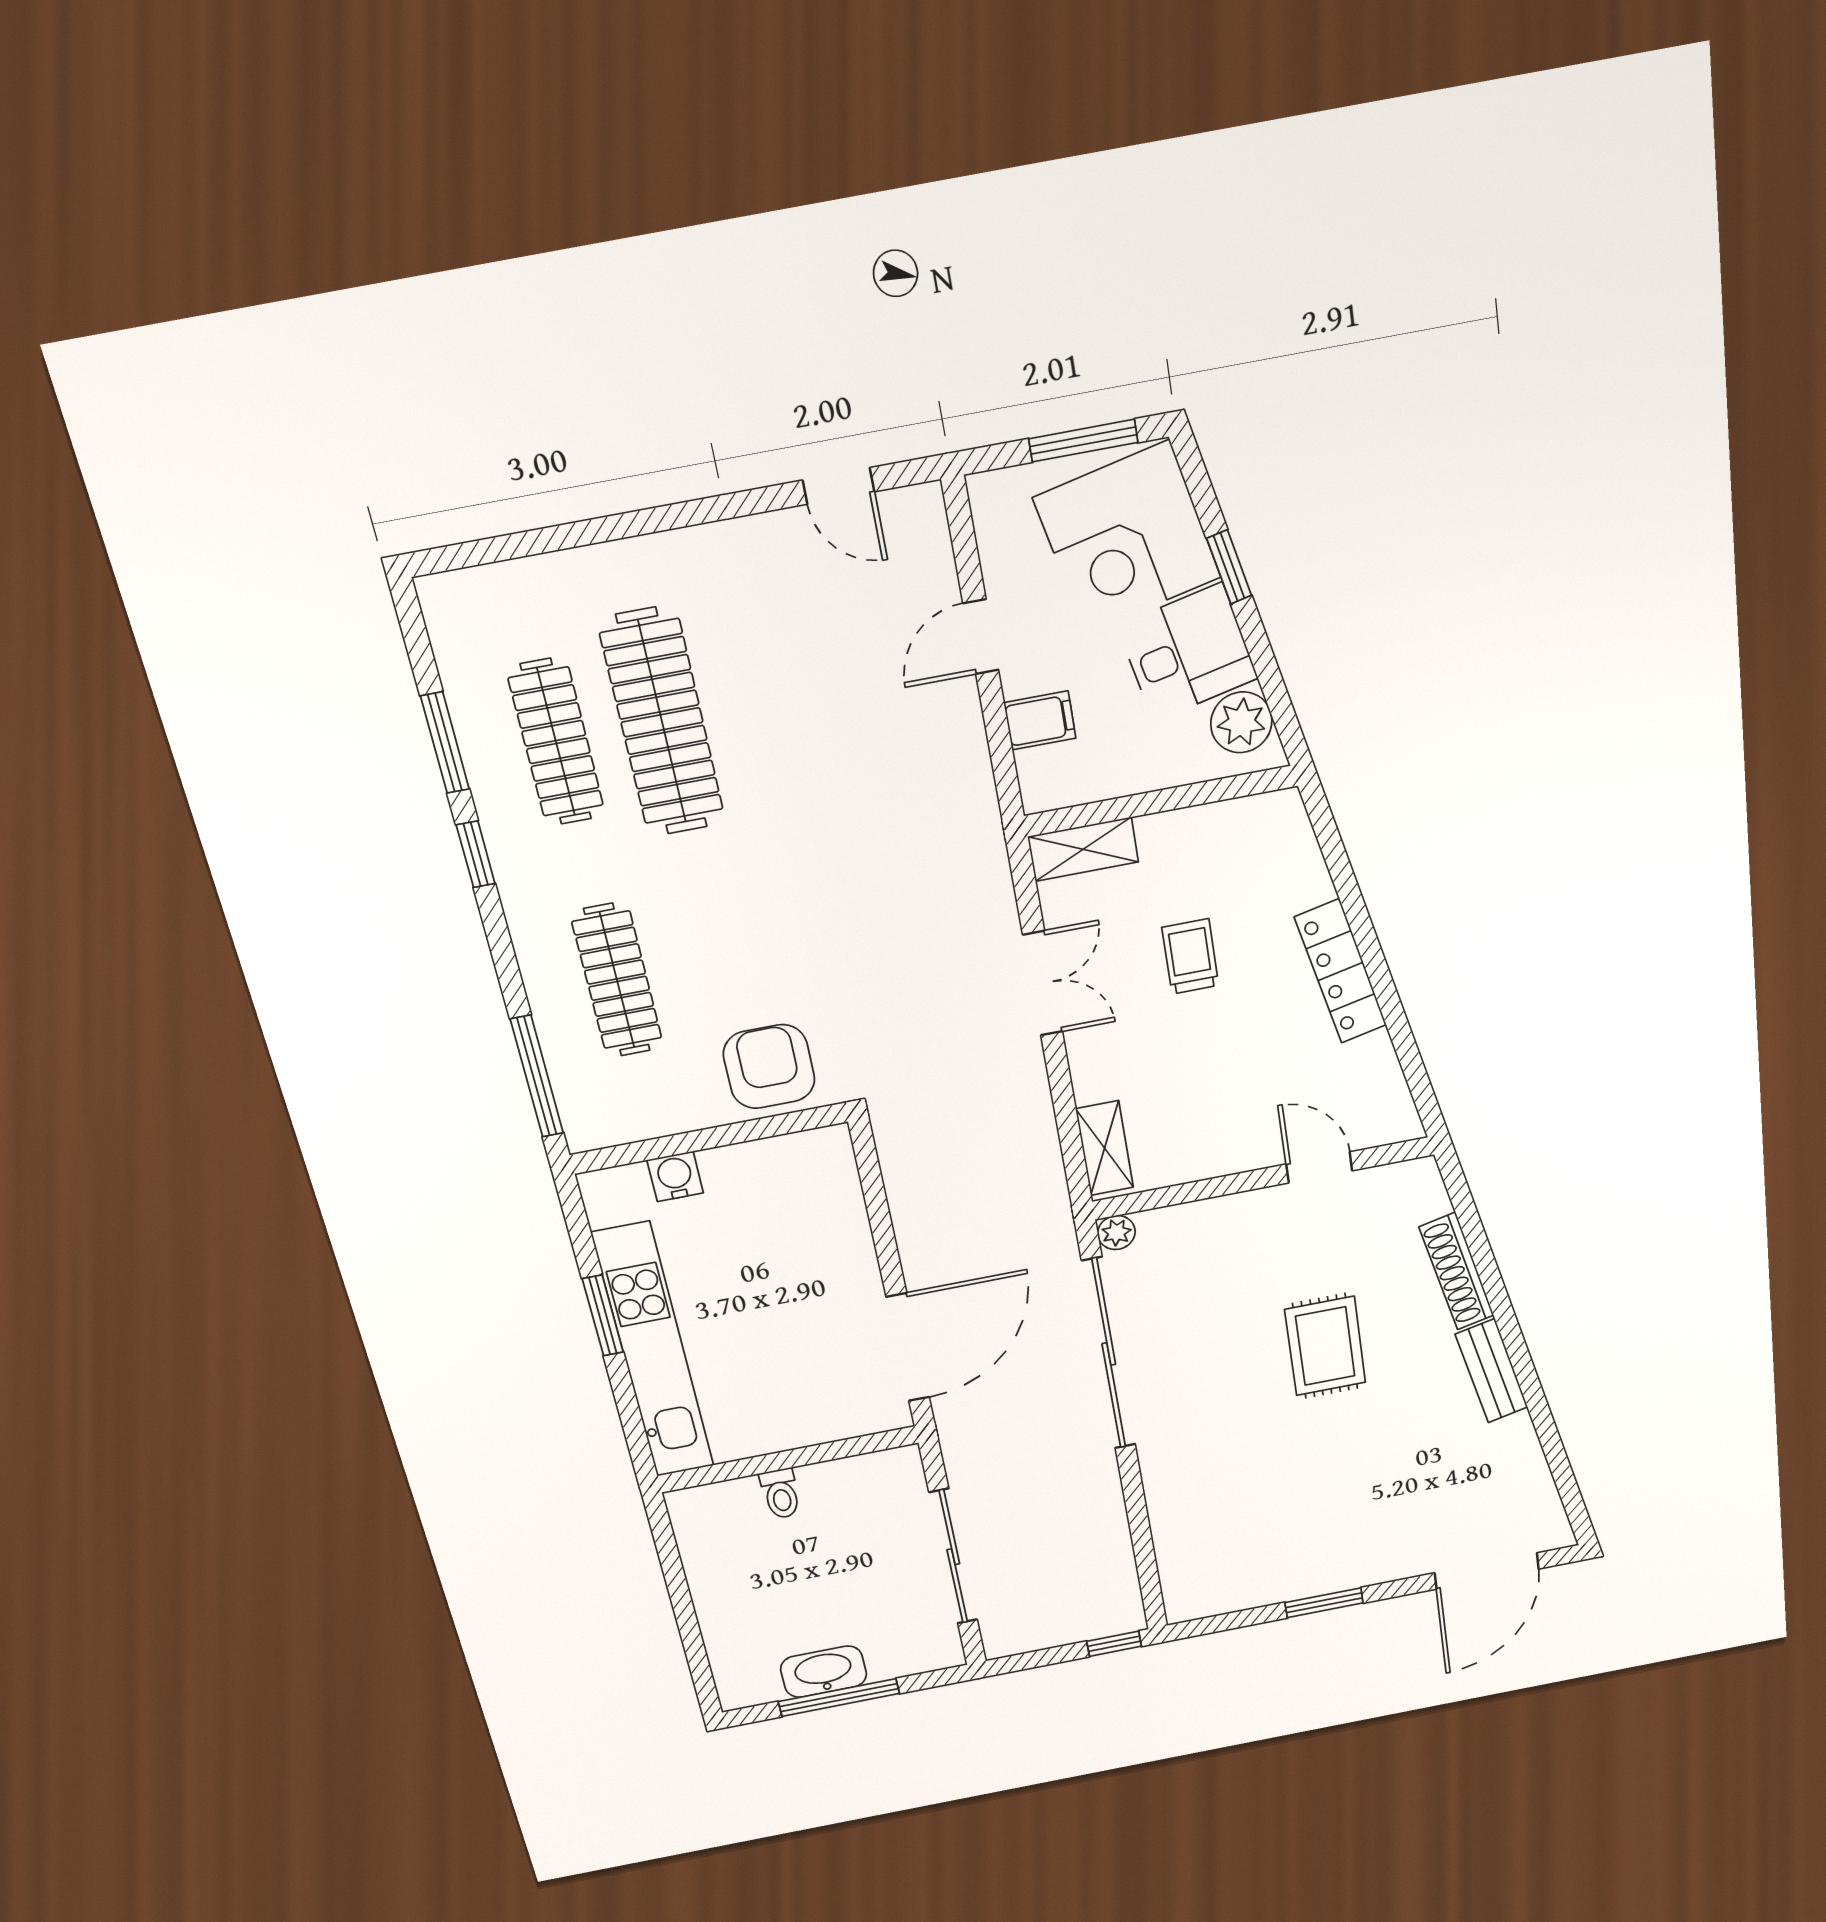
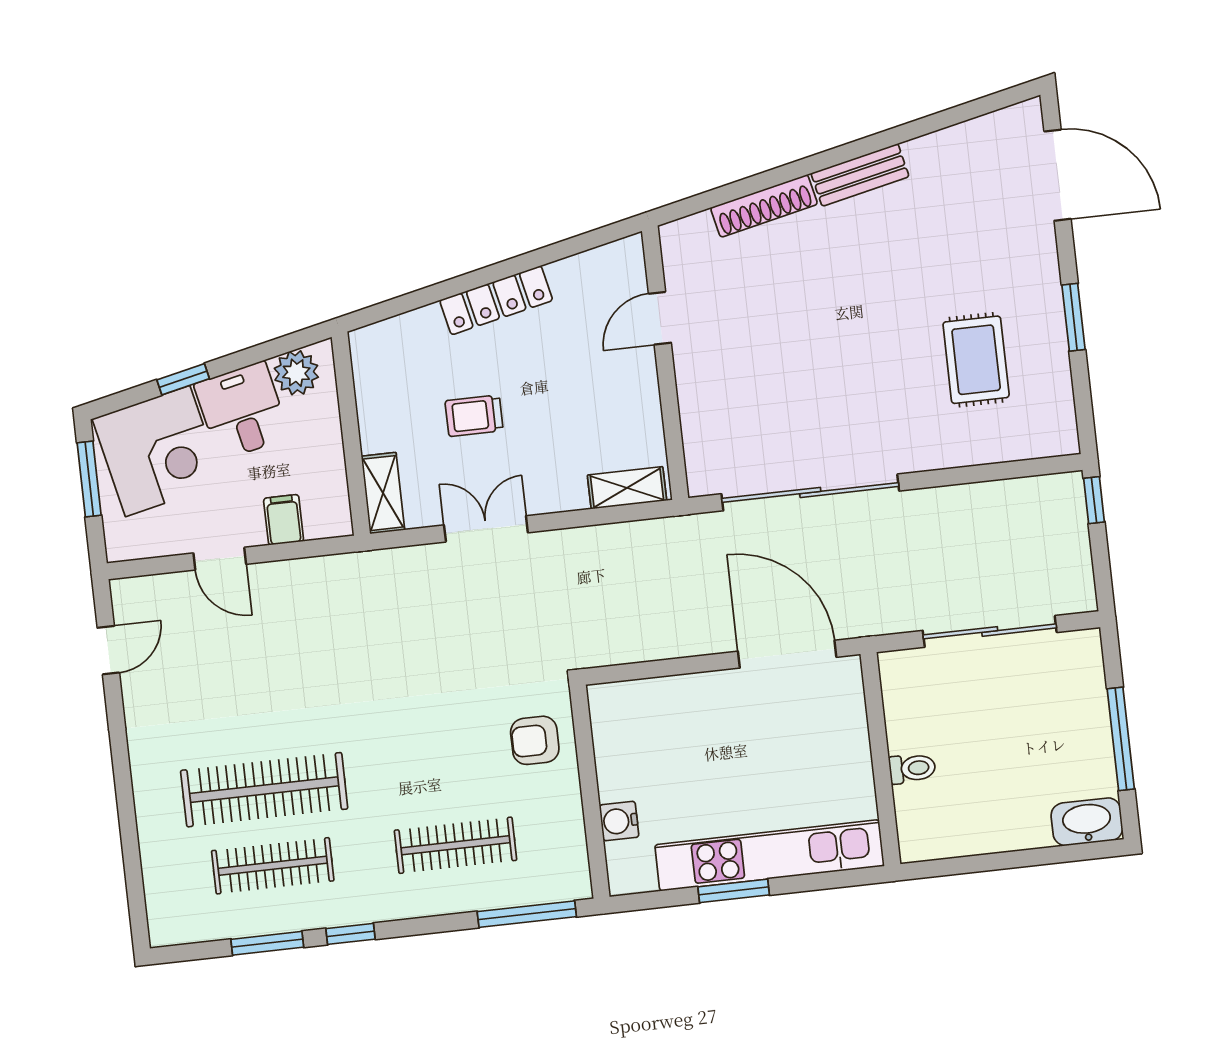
armchair: (769, 1067) -> (535, 740), width x0.72, depth x0.72
plant: (1116, 1233) -> (701, 482), removed
rug: (1325, 1346) -> (976, 360), moved, turned 90
washbasin: (824, 1672) -> (1087, 822), moved, turned 90

